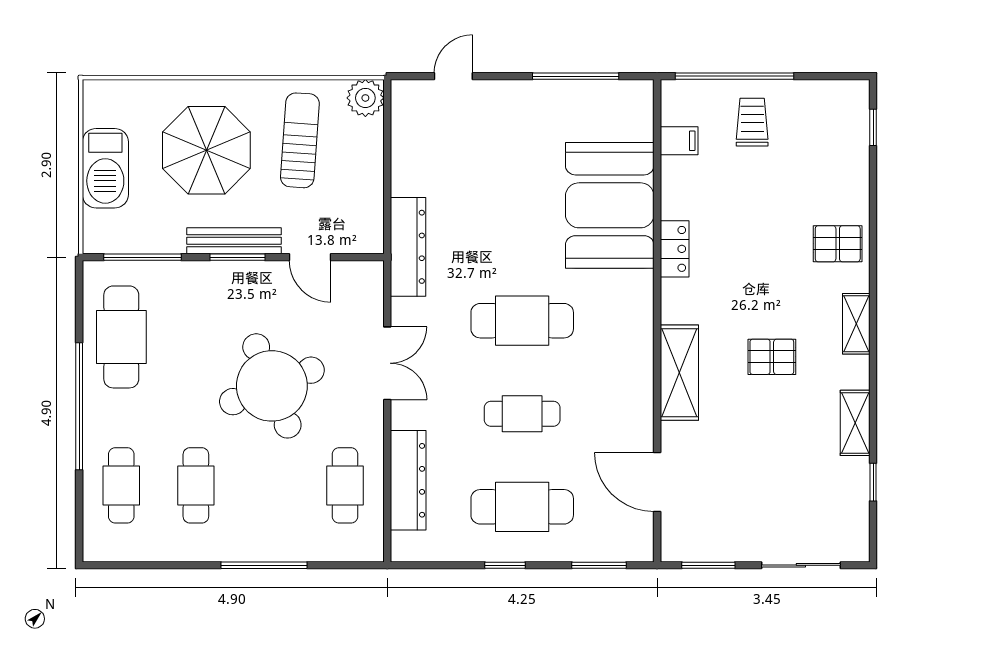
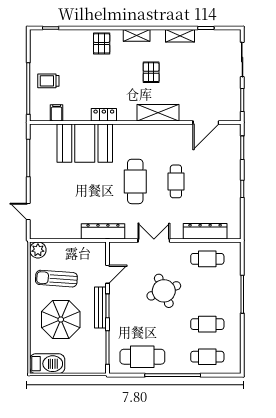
barbecue: (105, 168) -> (47, 364), moved
round table: (272, 386) -> (164, 291), width x0.73, depth x0.73
cafe table: (522, 507) -> (217, 181), removed

